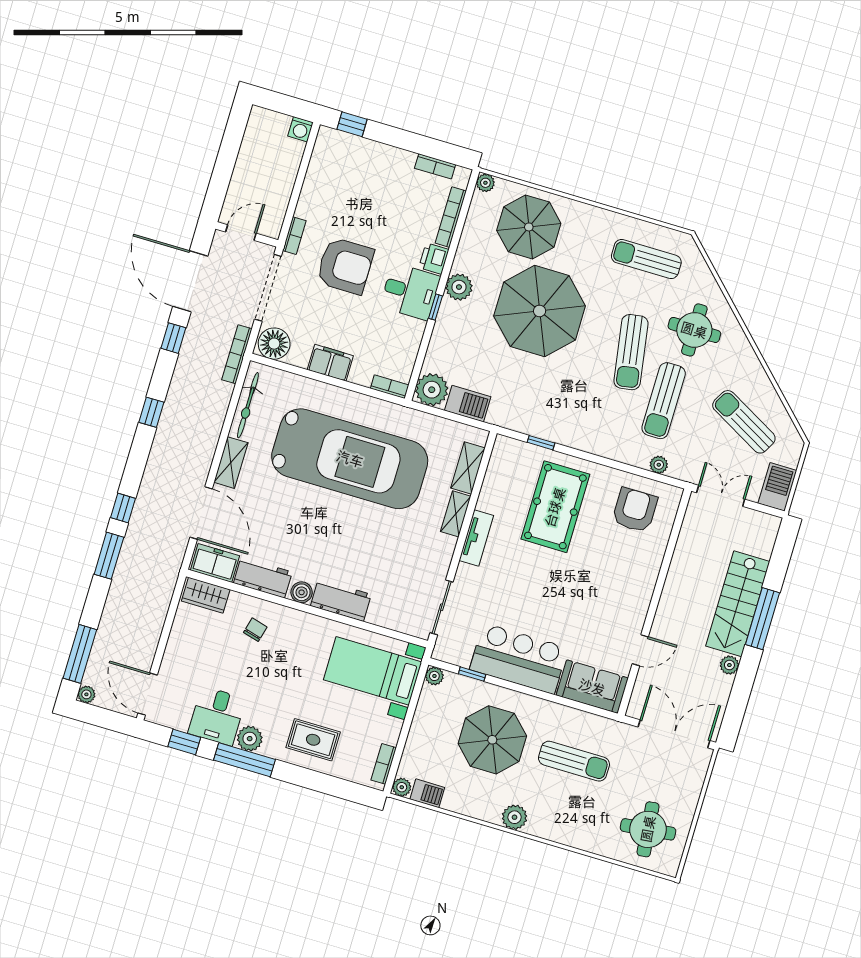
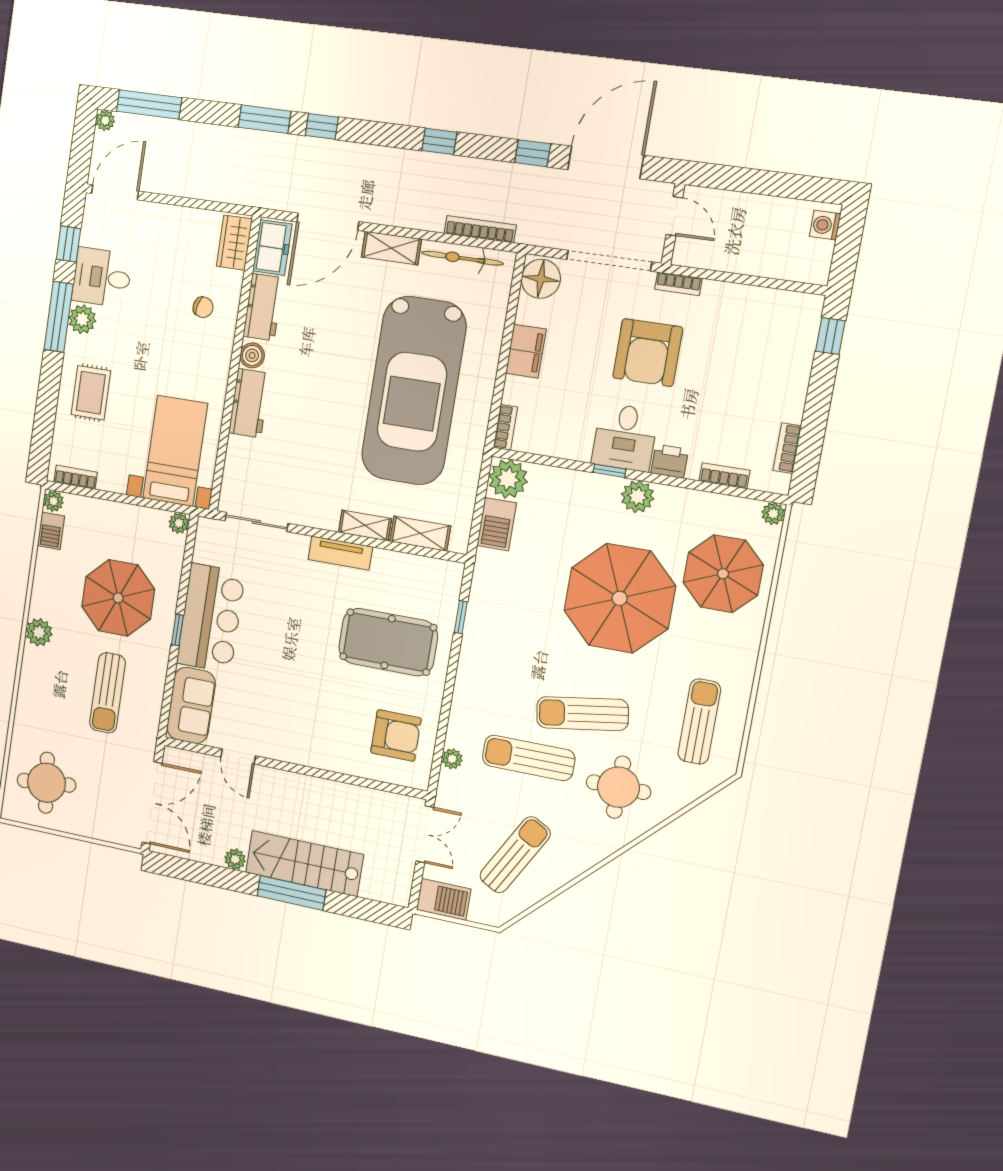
washing machine: (301, 129) -> (825, 225), moved
bookcase: (451, 217) -> (724, 476), width x0.64
bookcase: (237, 354) -> (480, 229), moved
window: (472, 674) -> (177, 630), moved

